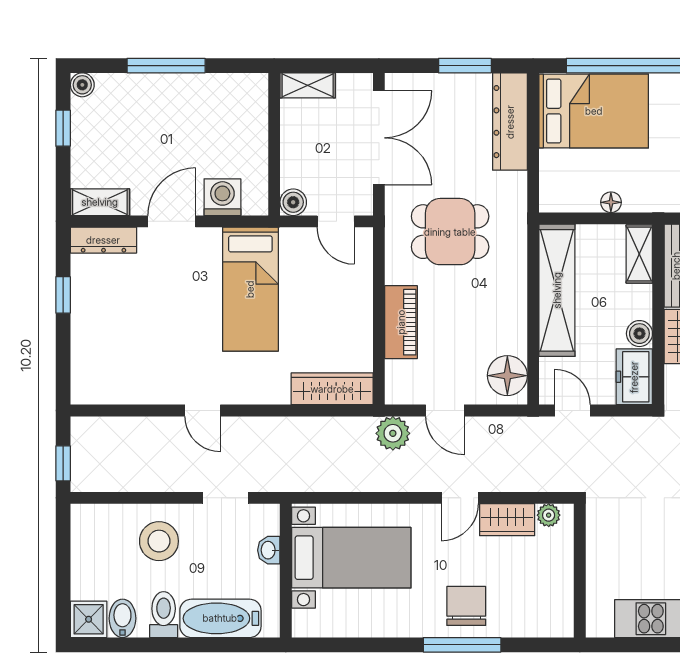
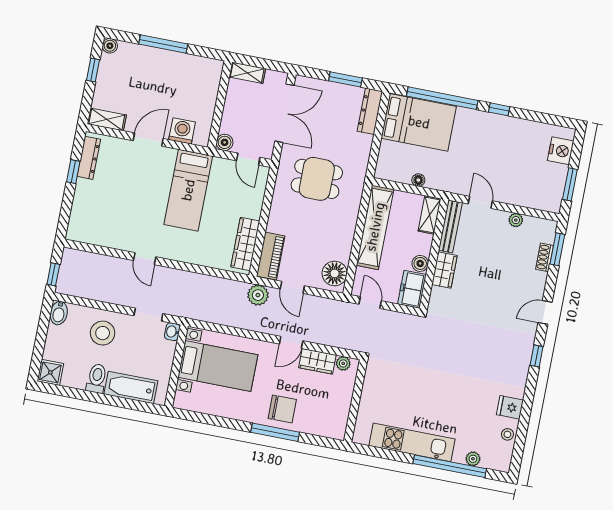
dresser: (510, 122) -> (370, 111), width x0.73, depth x0.80
dresser: (103, 240) -> (89, 158), moved, turned -90
piano: (401, 322) -> (271, 256), moved
wardrobe: (332, 389) -> (245, 244), moved, turned -90
washbasin: (269, 550) -> (172, 332), moved
chair: (466, 606) -> (282, 409), turned 90
bidet: (122, 618) -> (59, 313), moved, turned 180

